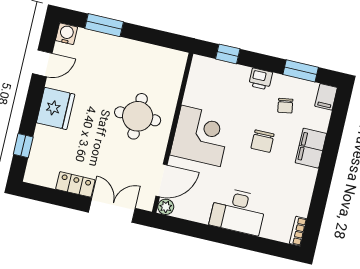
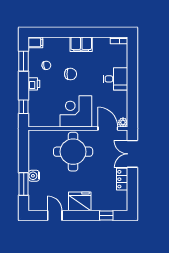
water cooler: (67, 34) -> (34, 176), moved
round table: (138, 116) -> (73, 152), width x1.36, depth x1.36
filing cabinet: (311, 148) -> (81, 44), moved
desk: (238, 211) -> (116, 79), width x0.73

